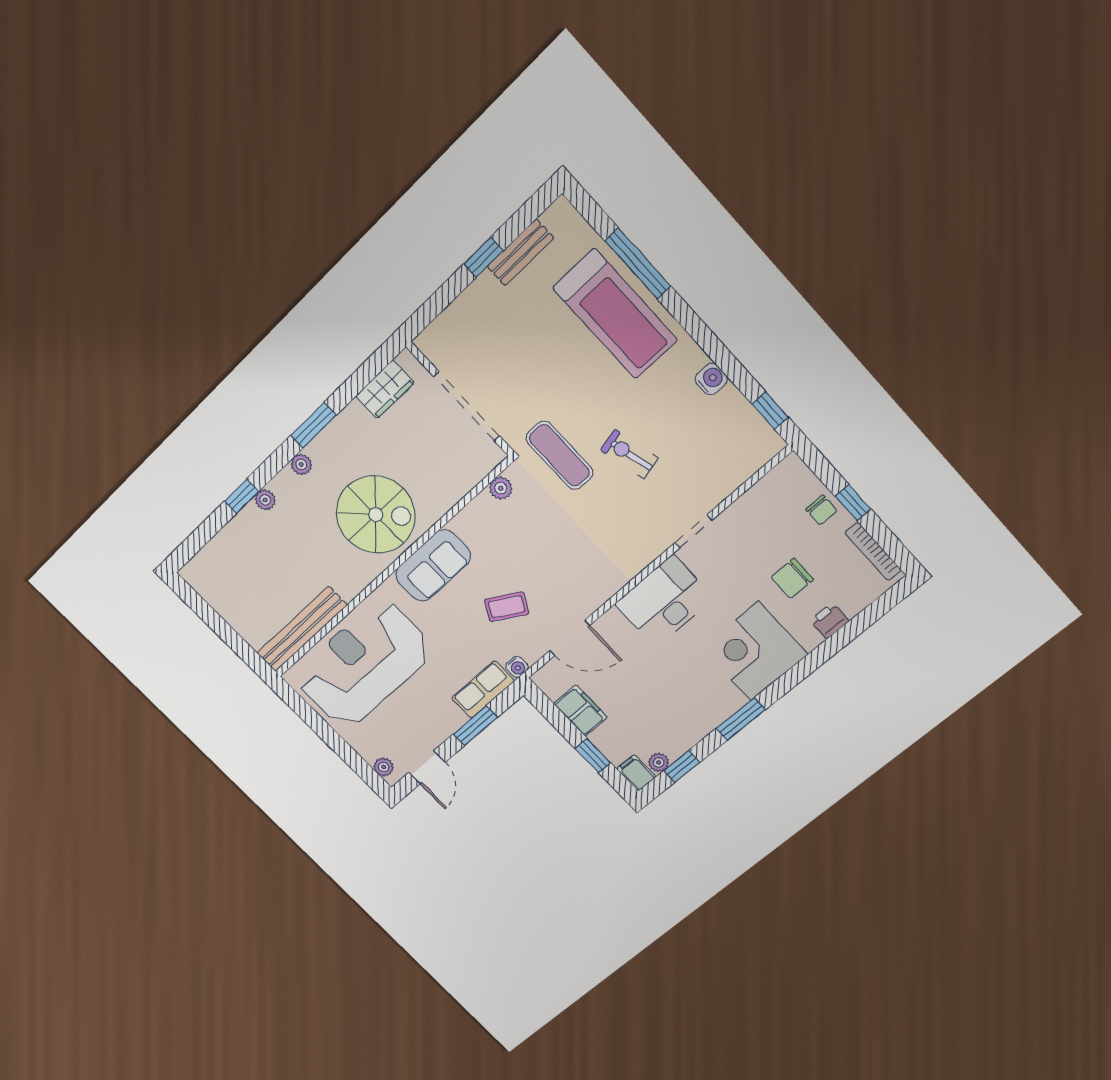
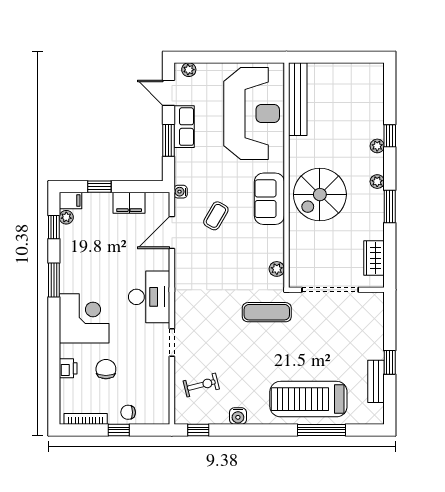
exercise bike: (629, 454) -> (201, 385), moved
row of seats: (483, 690) -> (184, 127), moved

